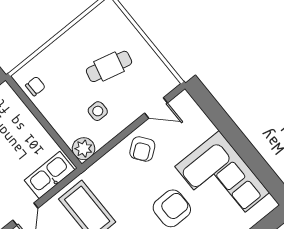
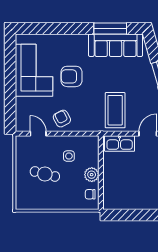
plant: (84, 149) -> (92, 175), moved
armchair: (142, 149) -> (62, 119), turned -81

